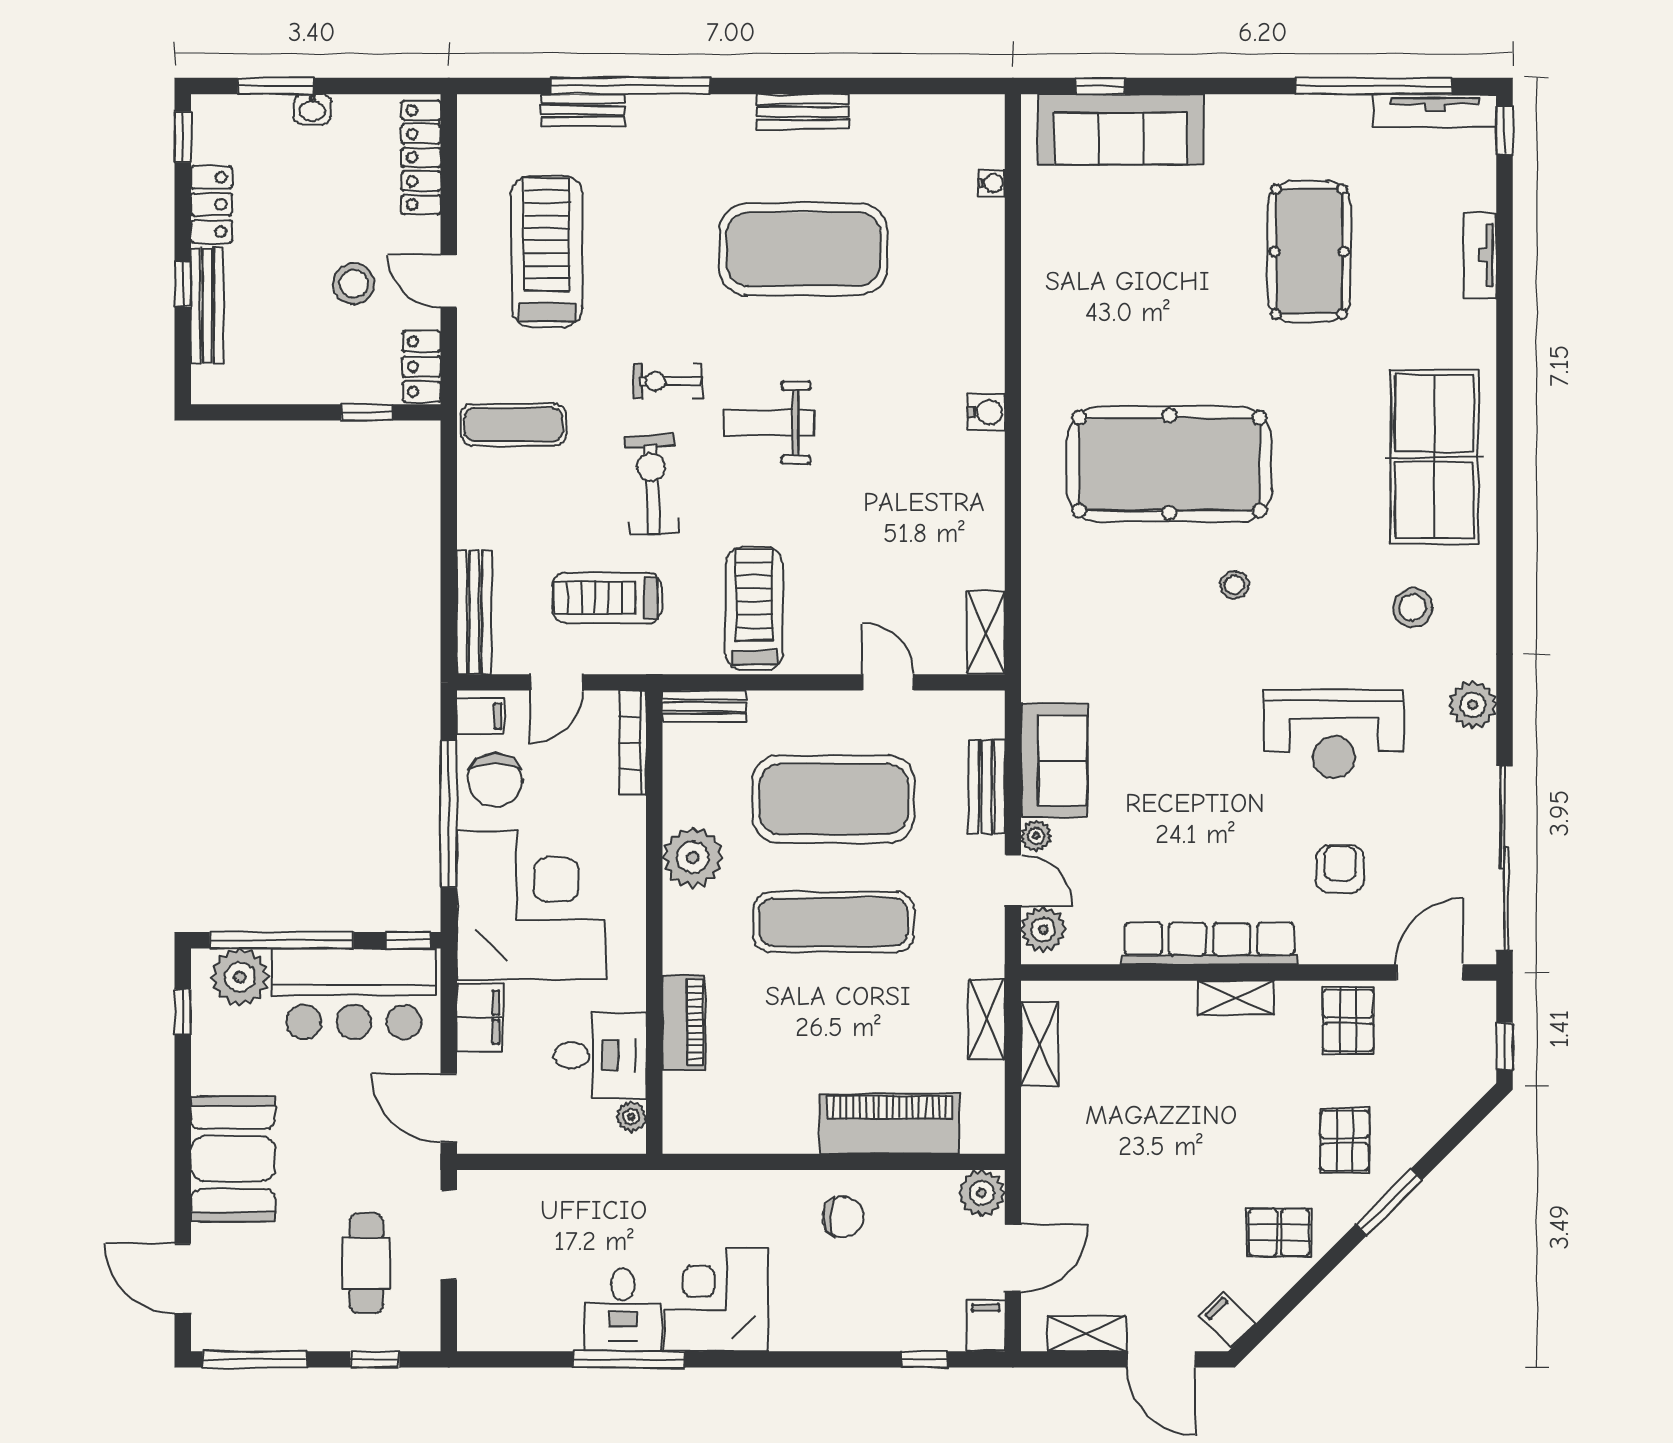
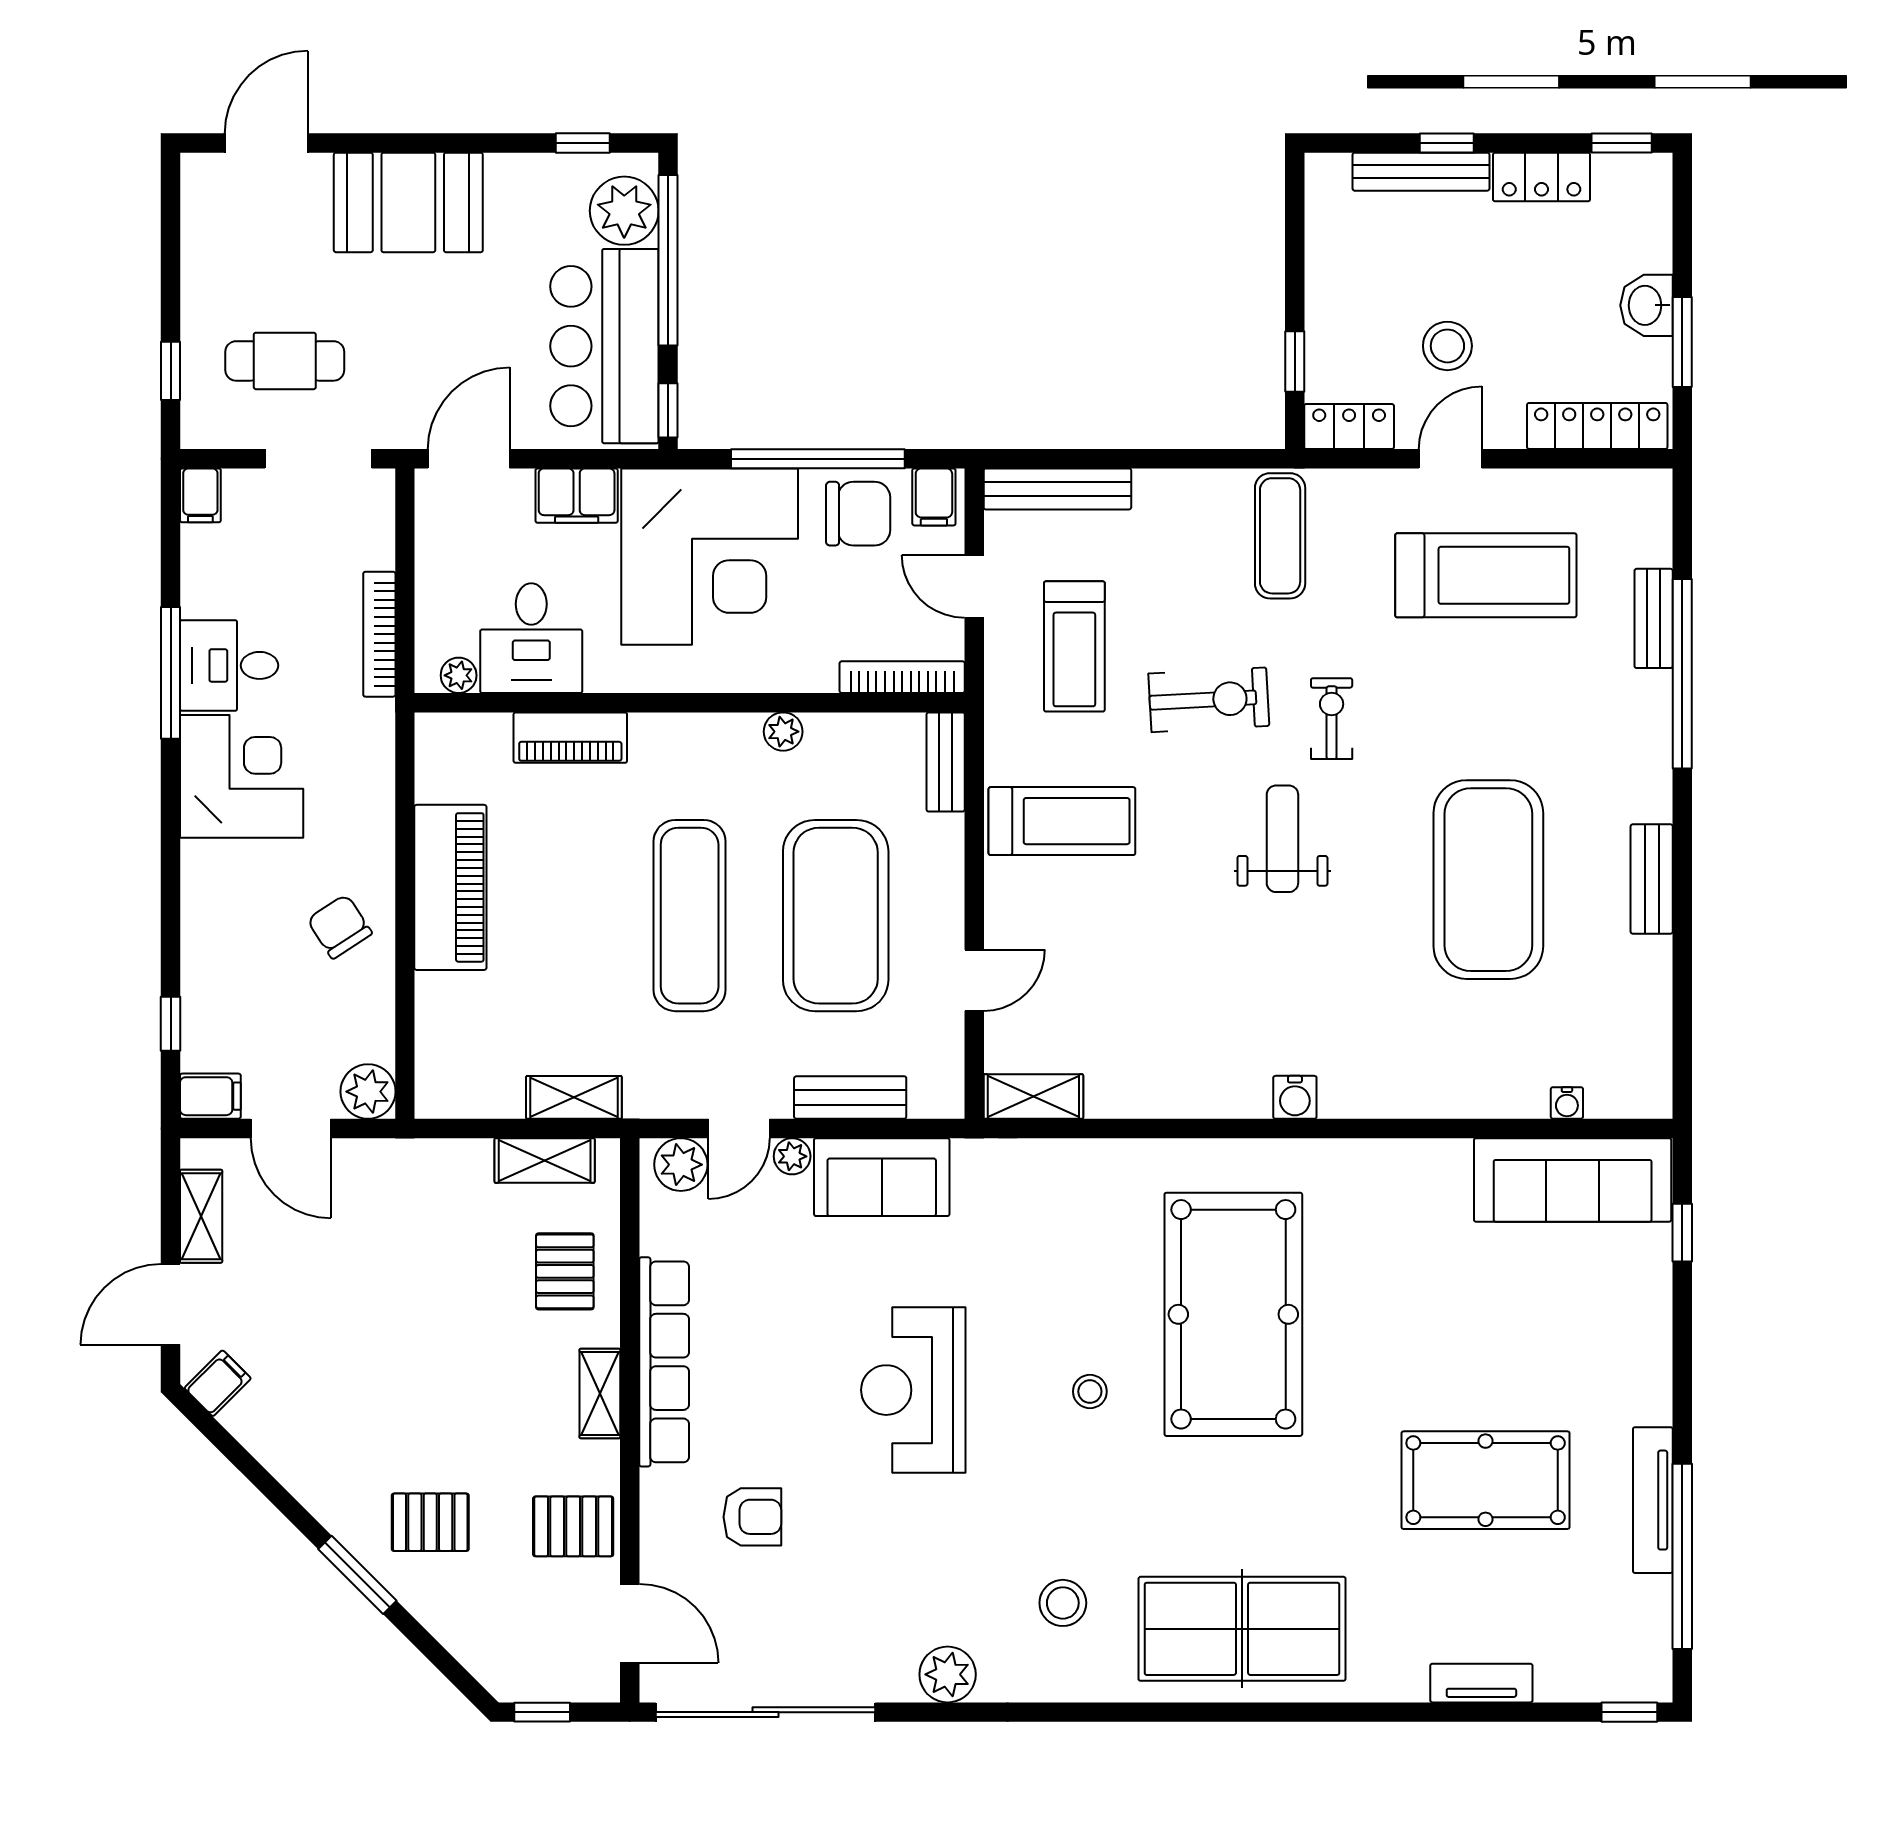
window: (276, 86) -> (1682, 342), moved
washbasin: (312, 109) -> (1647, 305), width x1.38, depth x1.45
tv unit: (1435, 111) -> (1653, 1500), moved
sofa: (1121, 129) -> (1573, 1180), moved, turned -90
treadmill: (607, 598) -> (1074, 646), turned 180
reception desk: (1334, 734) -> (913, 1390), moved
chair: (495, 780) -> (858, 514), turned 180
plant: (693, 858) -> (783, 732), width x0.53, depth x0.53
piano: (890, 1124) -> (450, 887), moved
bookcase: (597, 1183) -> (379, 634), added
chair: (843, 1217) -> (339, 927), turned 147
pallet: (1279, 1233) -> (565, 1271), moved
filing cabinet: (480, 1334) -> (200, 495), added
window: (255, 1359) -> (171, 228), removed

